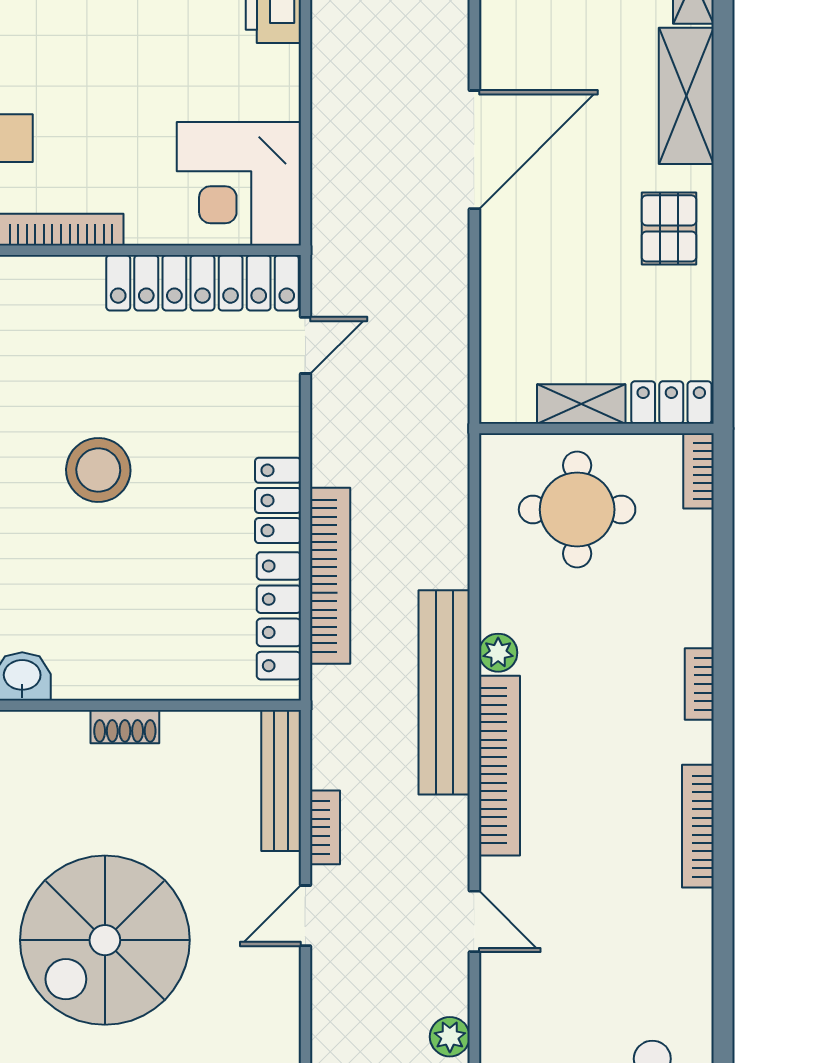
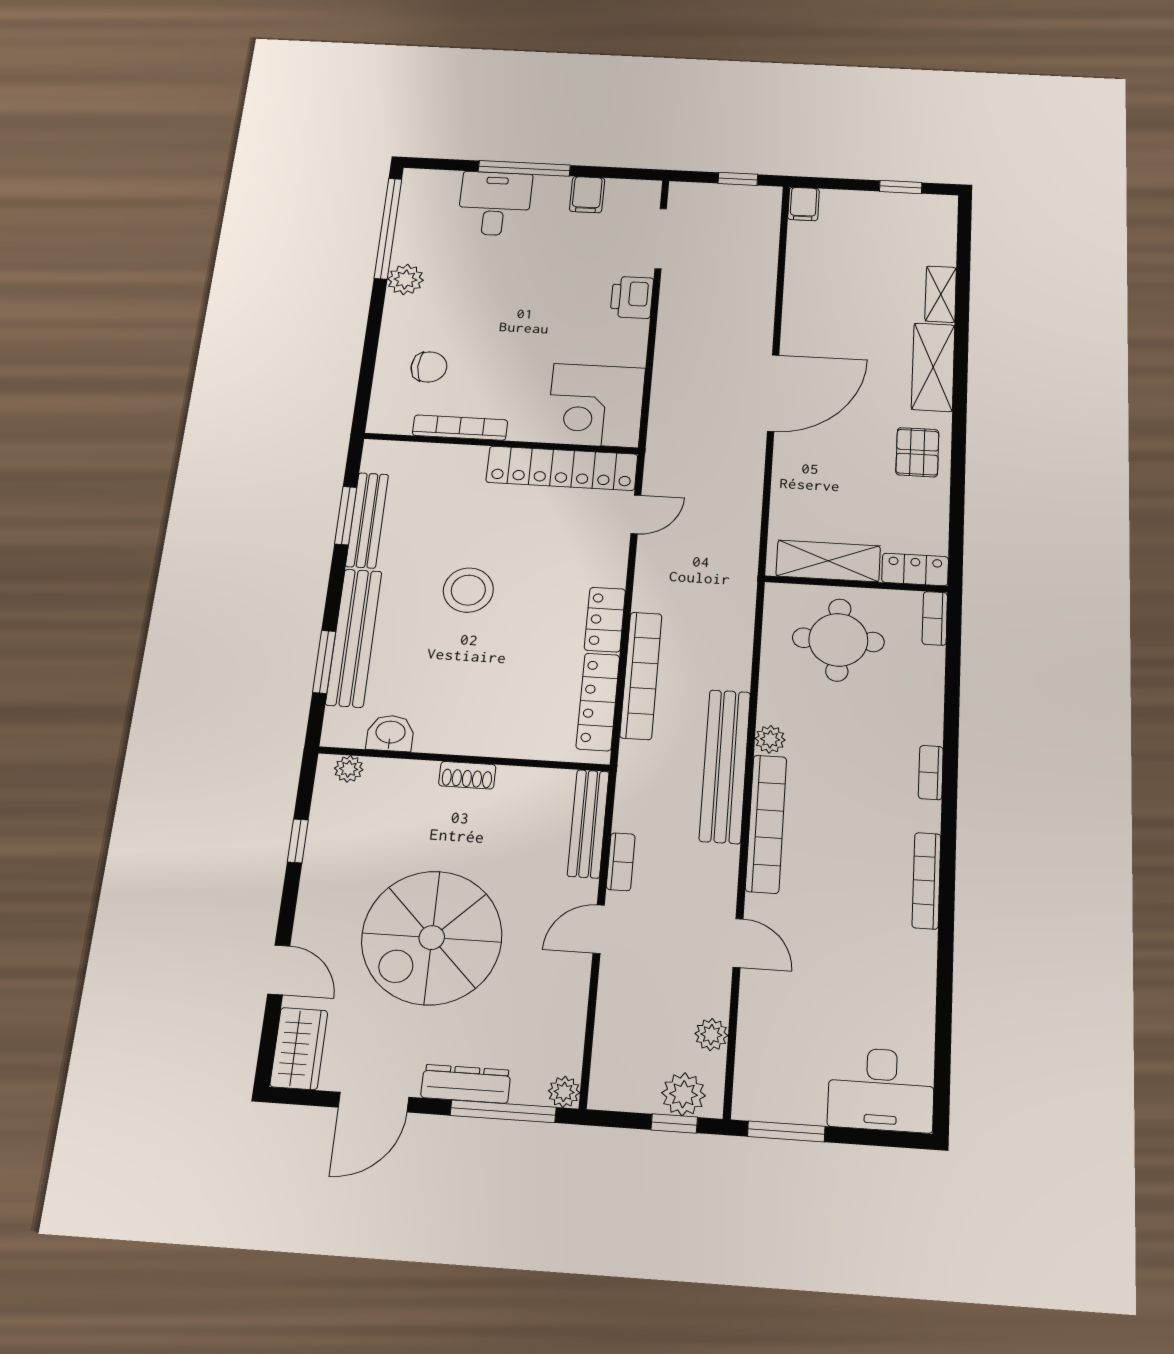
shelving: (581, 404) -> (828, 561), width x1.50, depth x1.33

